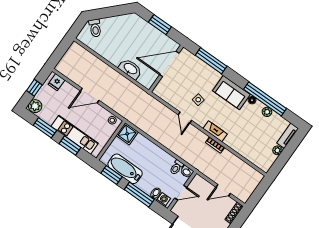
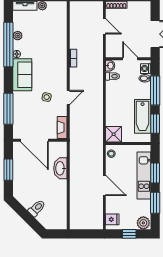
toilet: (95, 28) -> (37, 208), moved
fireplace: (215, 131) -> (62, 127), moved

